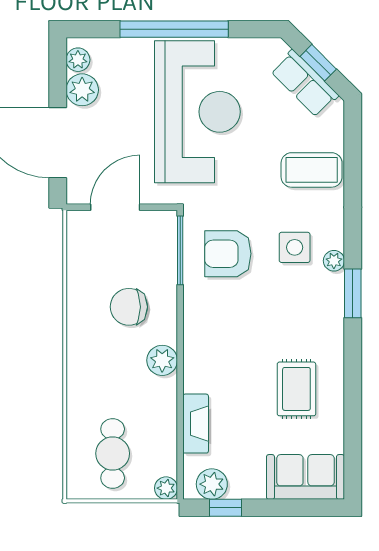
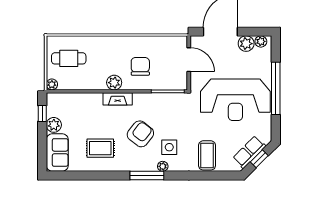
armchair: (228, 254) -> (140, 134), moved, turned 38
window: (353, 293) -> (147, 176), width x1.44
fireplace: (196, 424) -> (118, 99), moved
plant: (212, 484) -> (54, 125), moved

